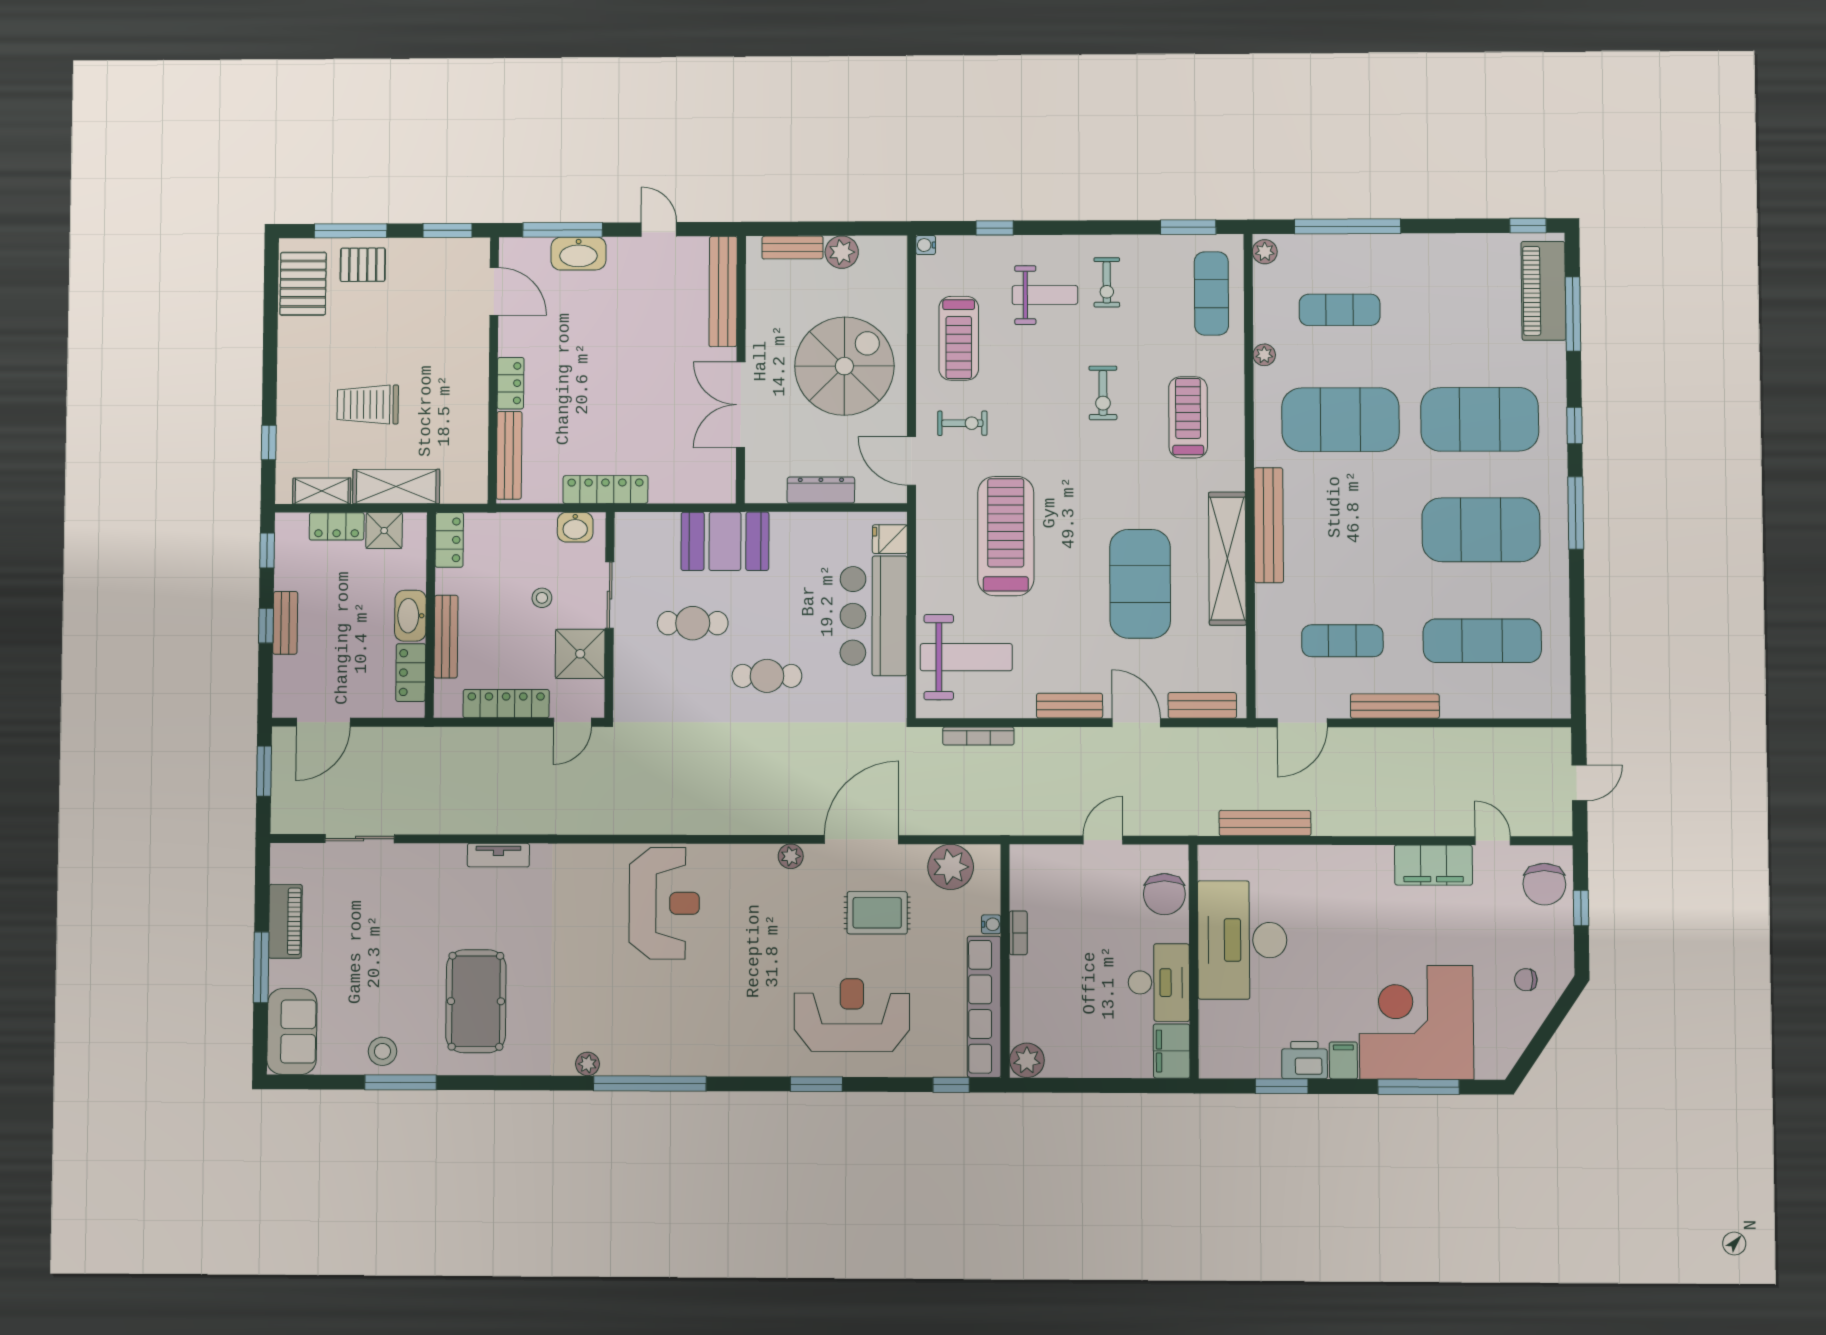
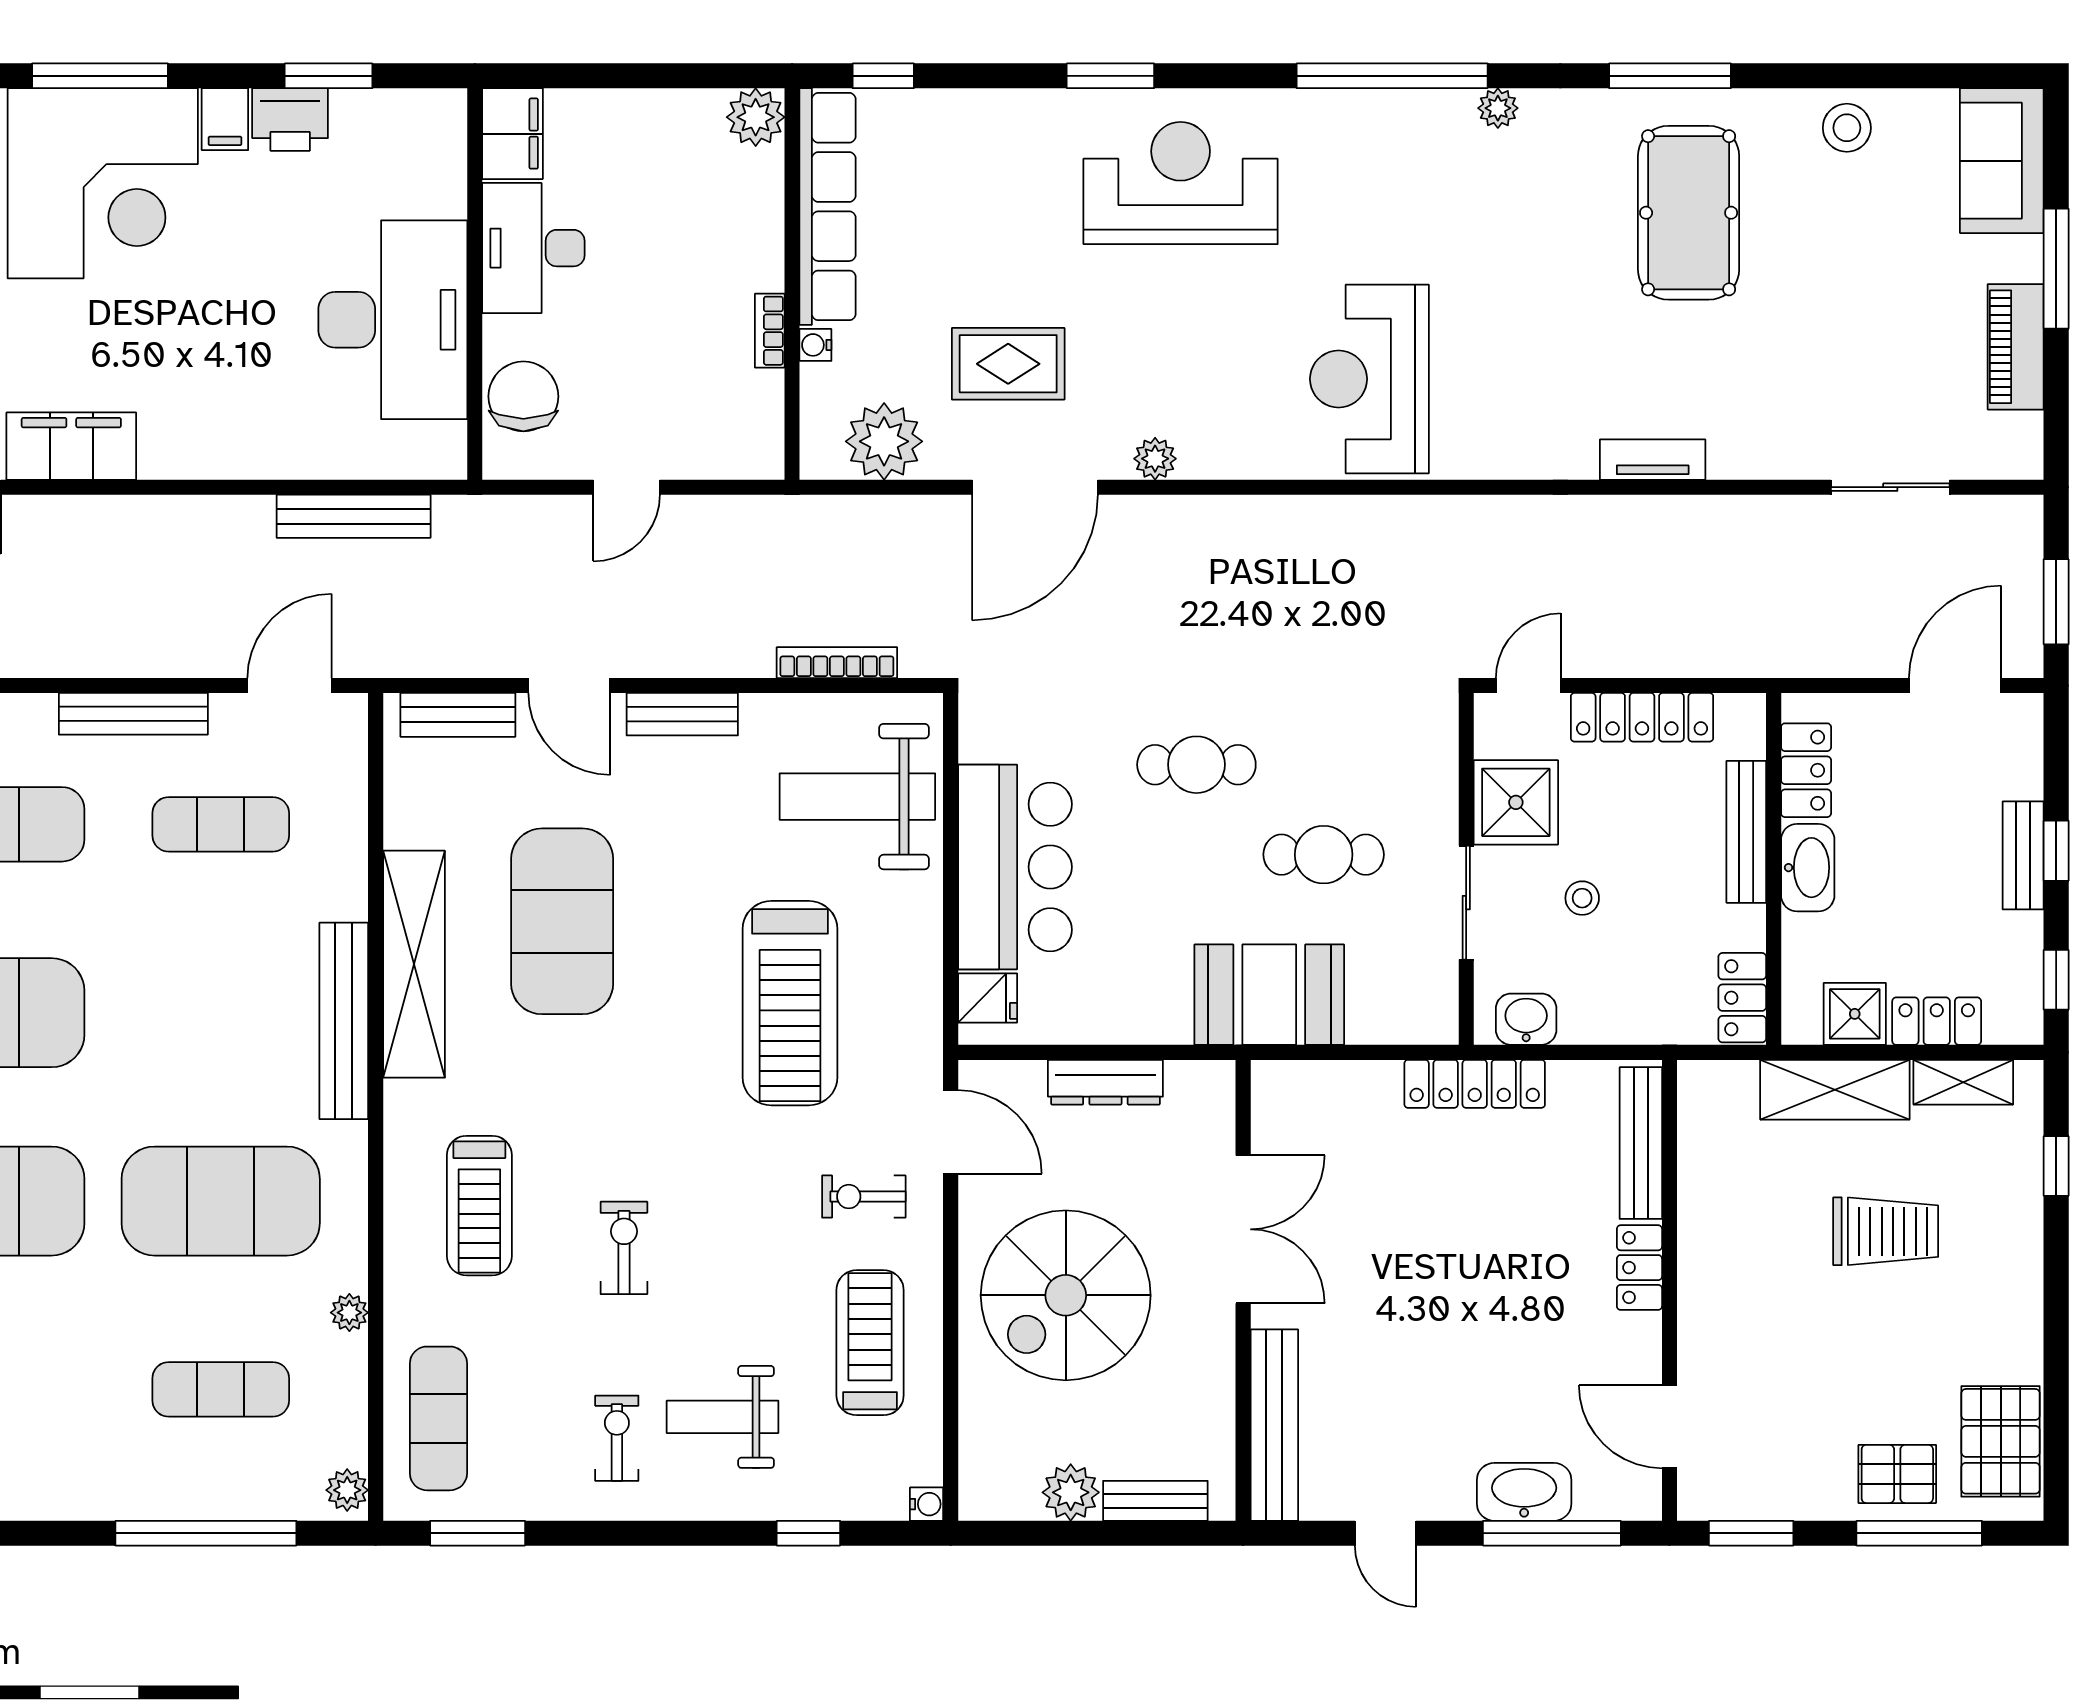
reception desk: (852, 1015) -> (1181, 183), moved, turned 180
window: (401, 1082) -> (1670, 76), moved

